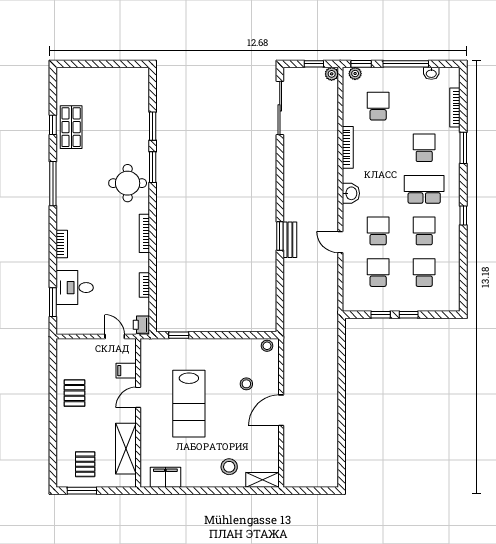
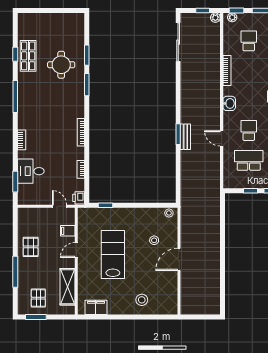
round table: (128, 183) -> (61, 65), moved
school desk: (378, 273) -> (249, 160), width x1.85
lab bench: (189, 404) -> (113, 255), turned 180
window: (53, 427) -> (15, 272), added
shelving: (263, 480) -> (166, 309), removed

